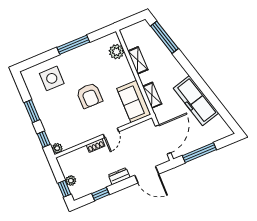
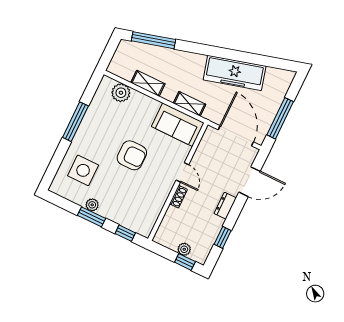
plant: (57, 148) -> (92, 205), moved

